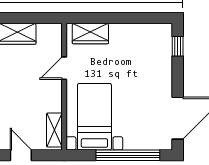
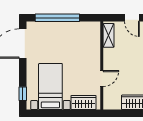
bed with nightstands: (94, 117) -> (50, 87), moved, turned 180

